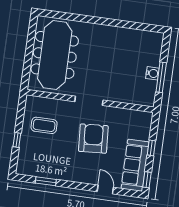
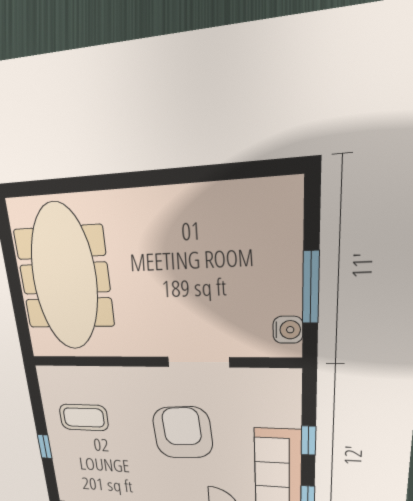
water cooler: (152, 73) -> (288, 330), moved
doorway: (89, 101) -> (199, 362), moved

